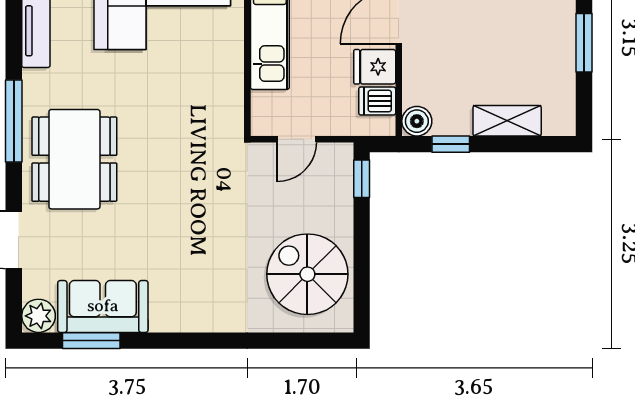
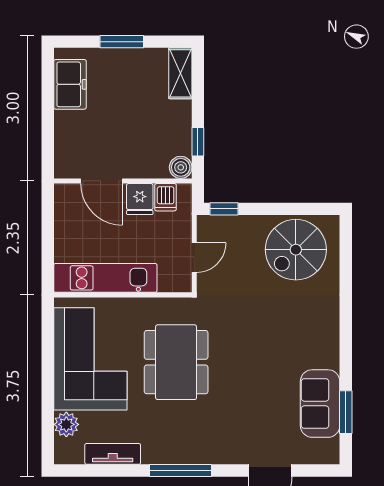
shelving: (507, 121) -> (180, 73), moved
door: (297, 139) -> (194, 258), hinge flipped
dining table: (74, 159) -> (176, 362), moved, turned 90
plant: (39, 316) -> (327, 452), removed

